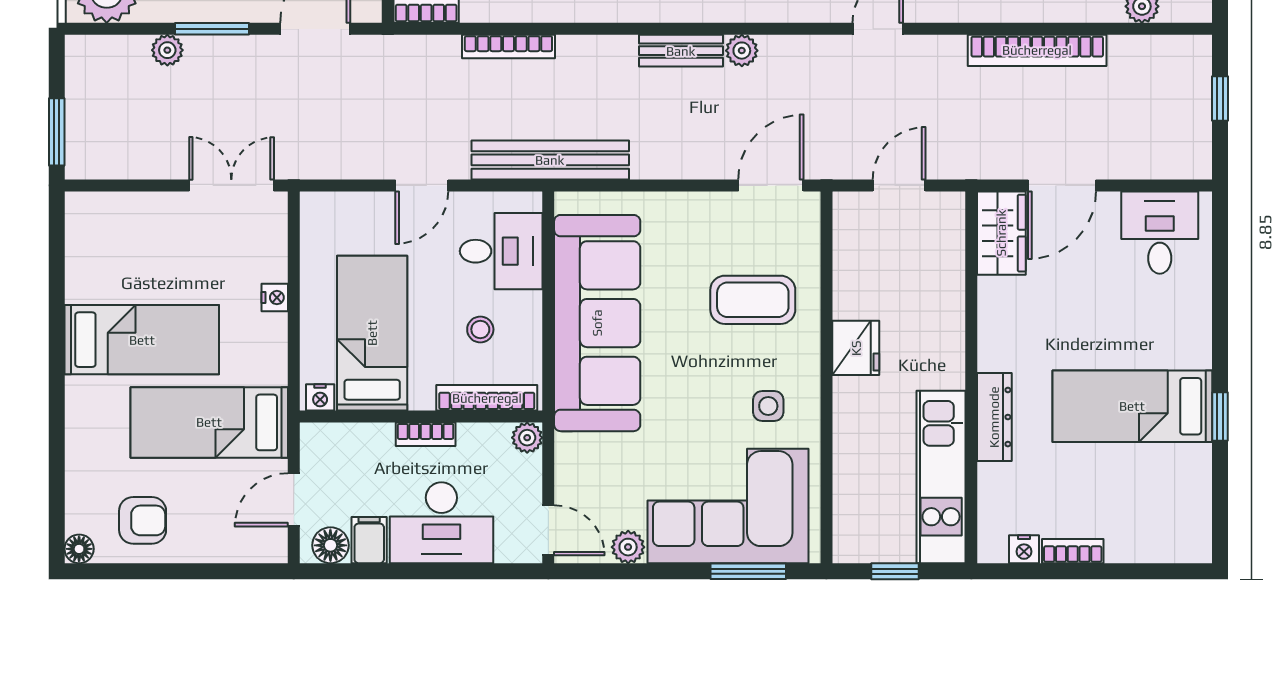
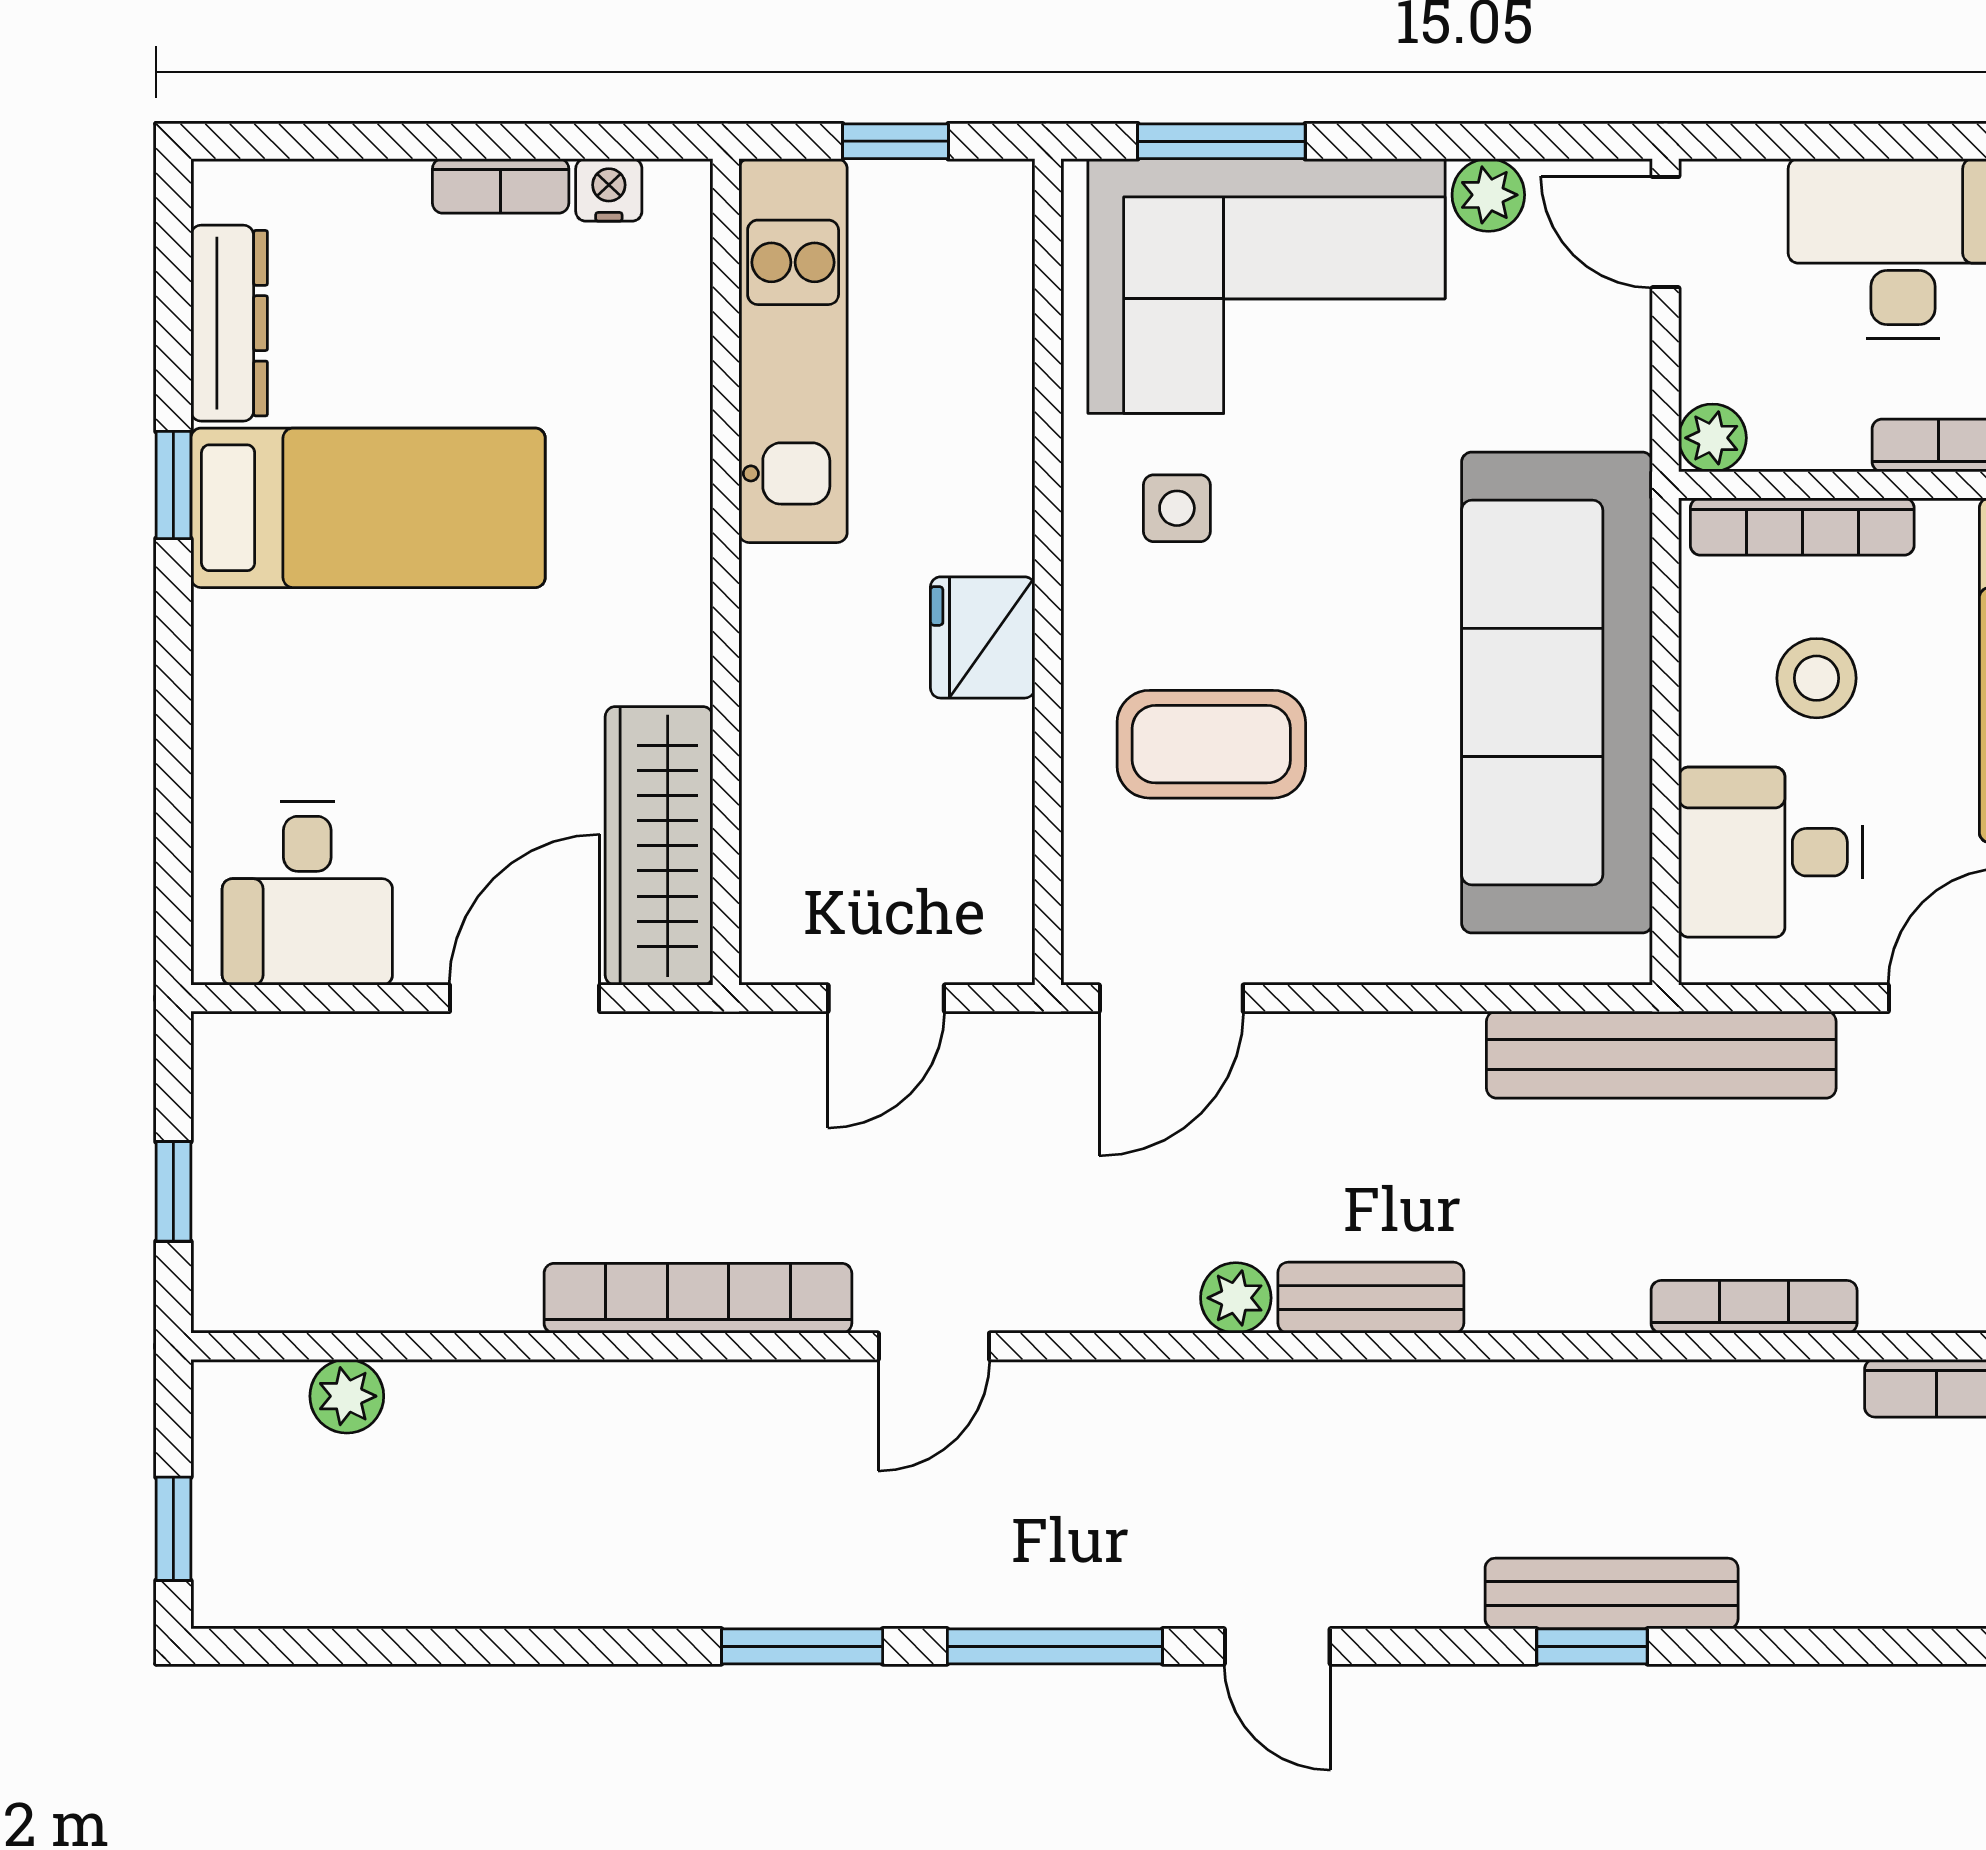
bookcase: (1037, 50) -> (698, 1298), moved
wardrobe: (1001, 233) -> (659, 846), width x1.50
stool: (480, 329) -> (1817, 678), width x1.37, depth x1.37
dresser: (994, 417) -> (229, 323), moved, turned 180

